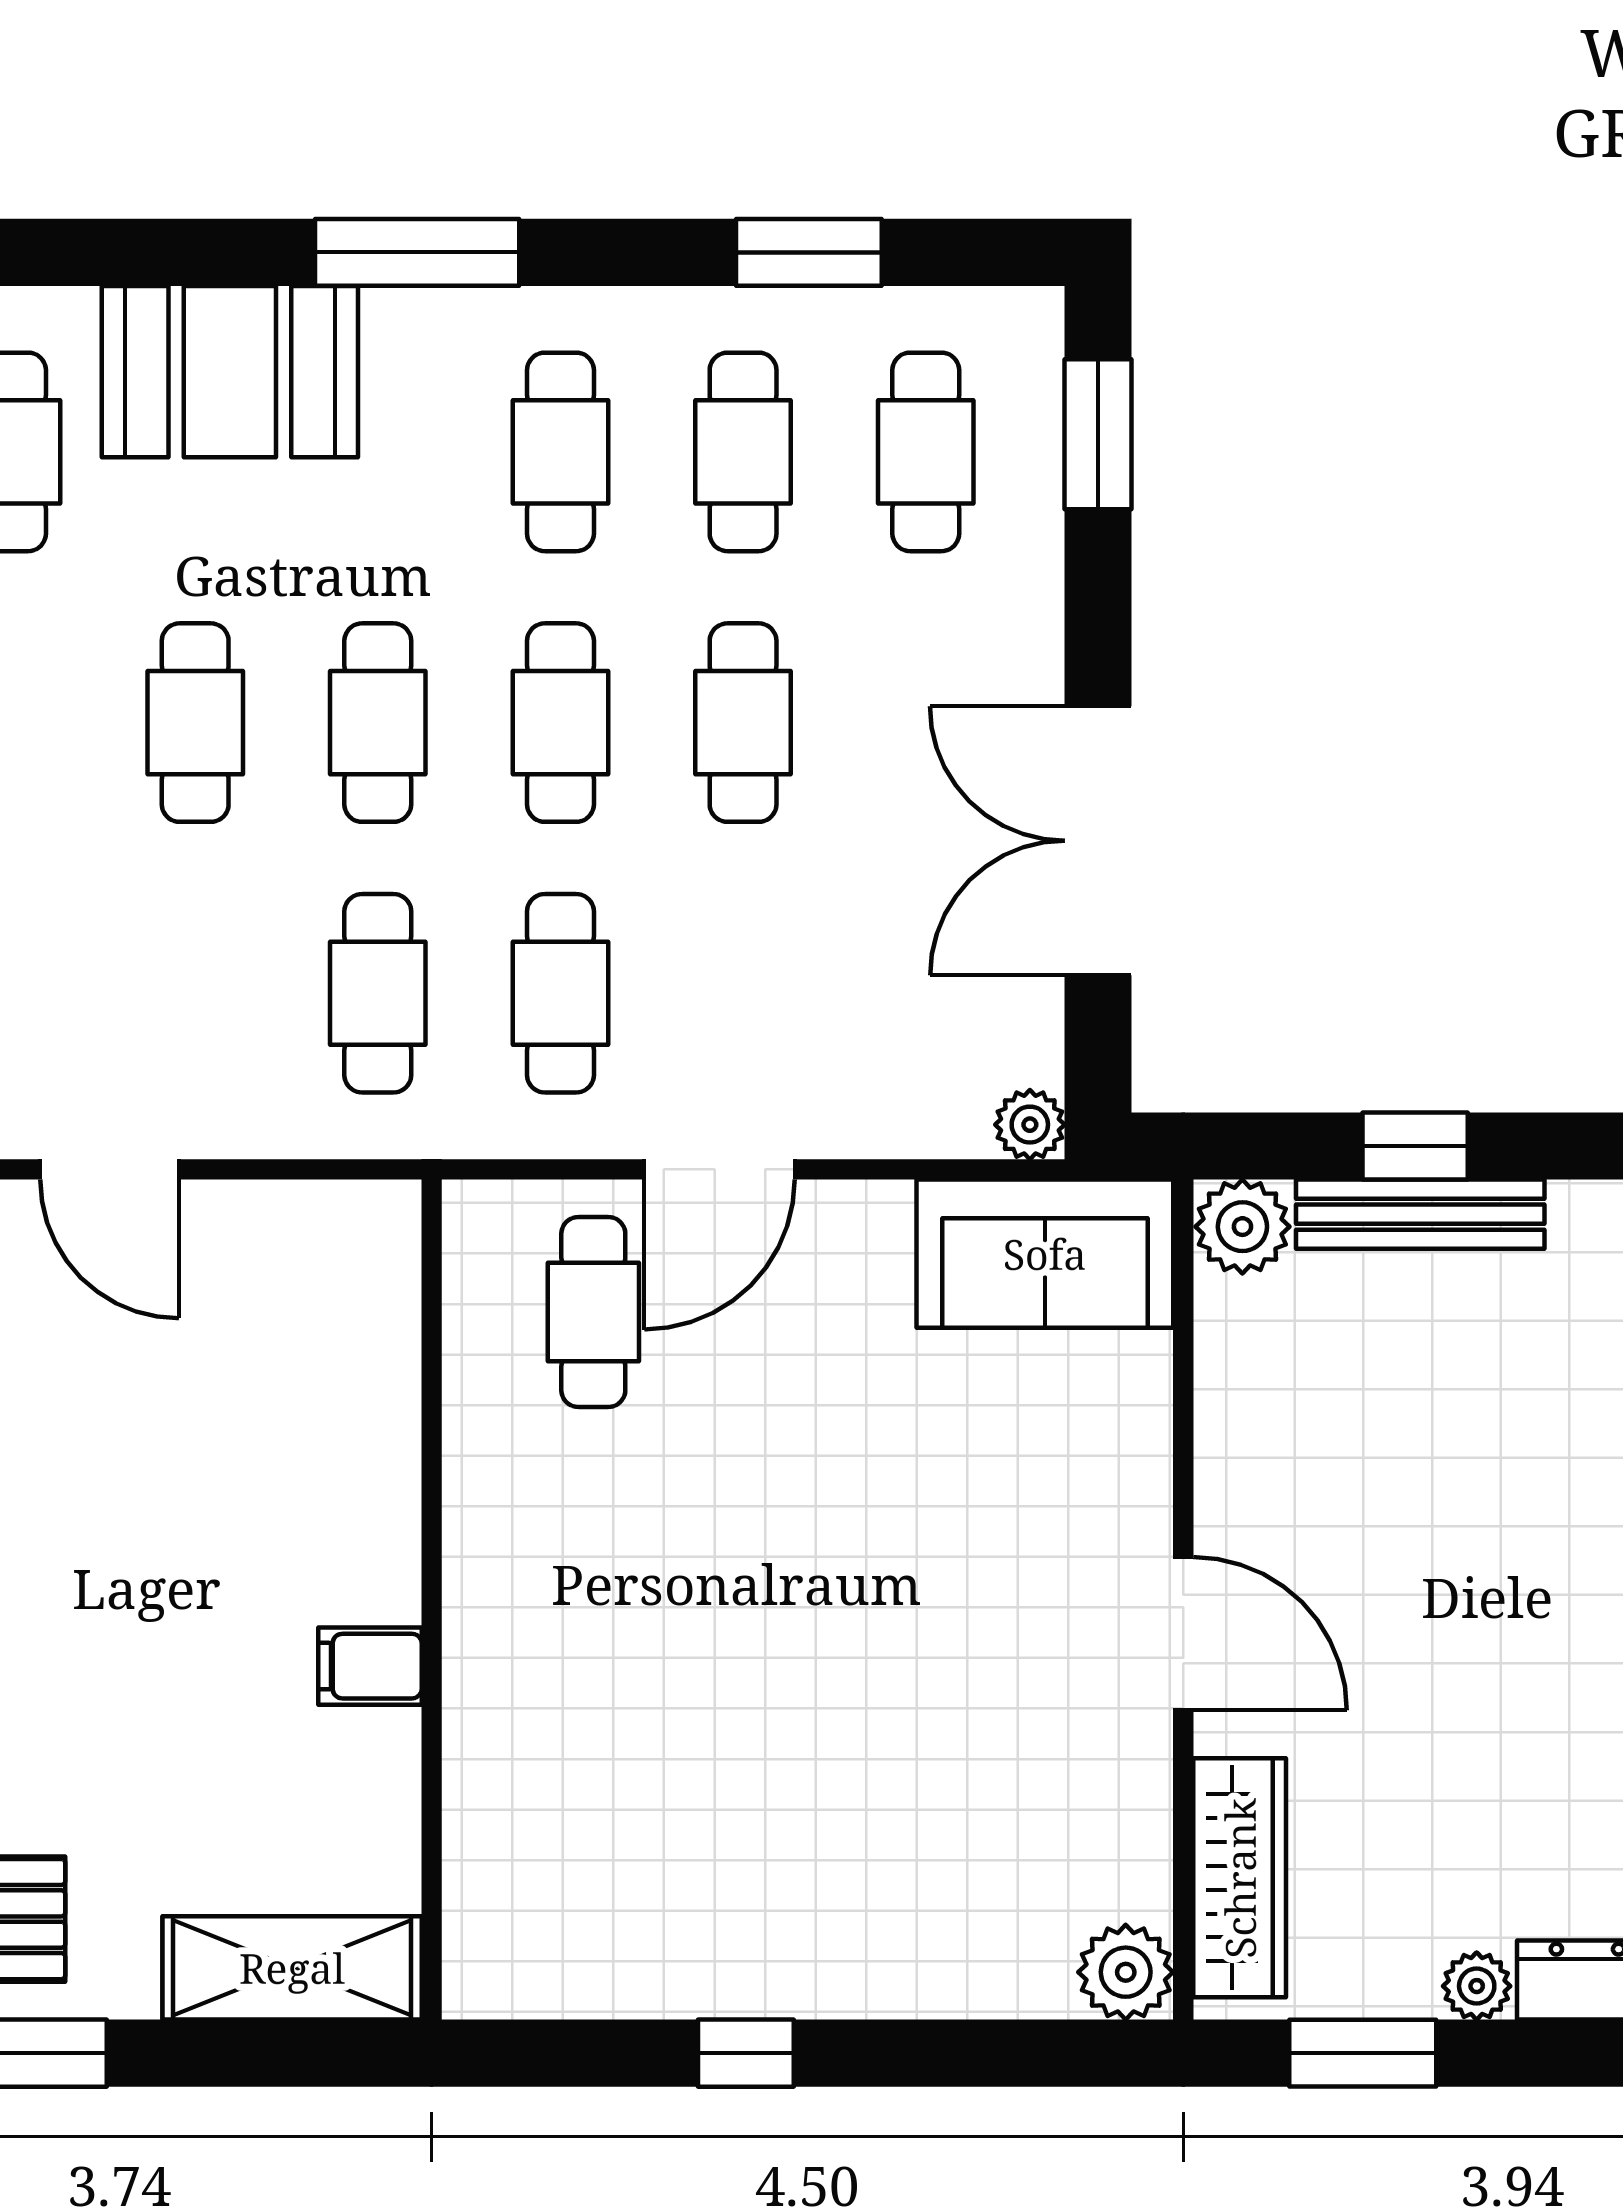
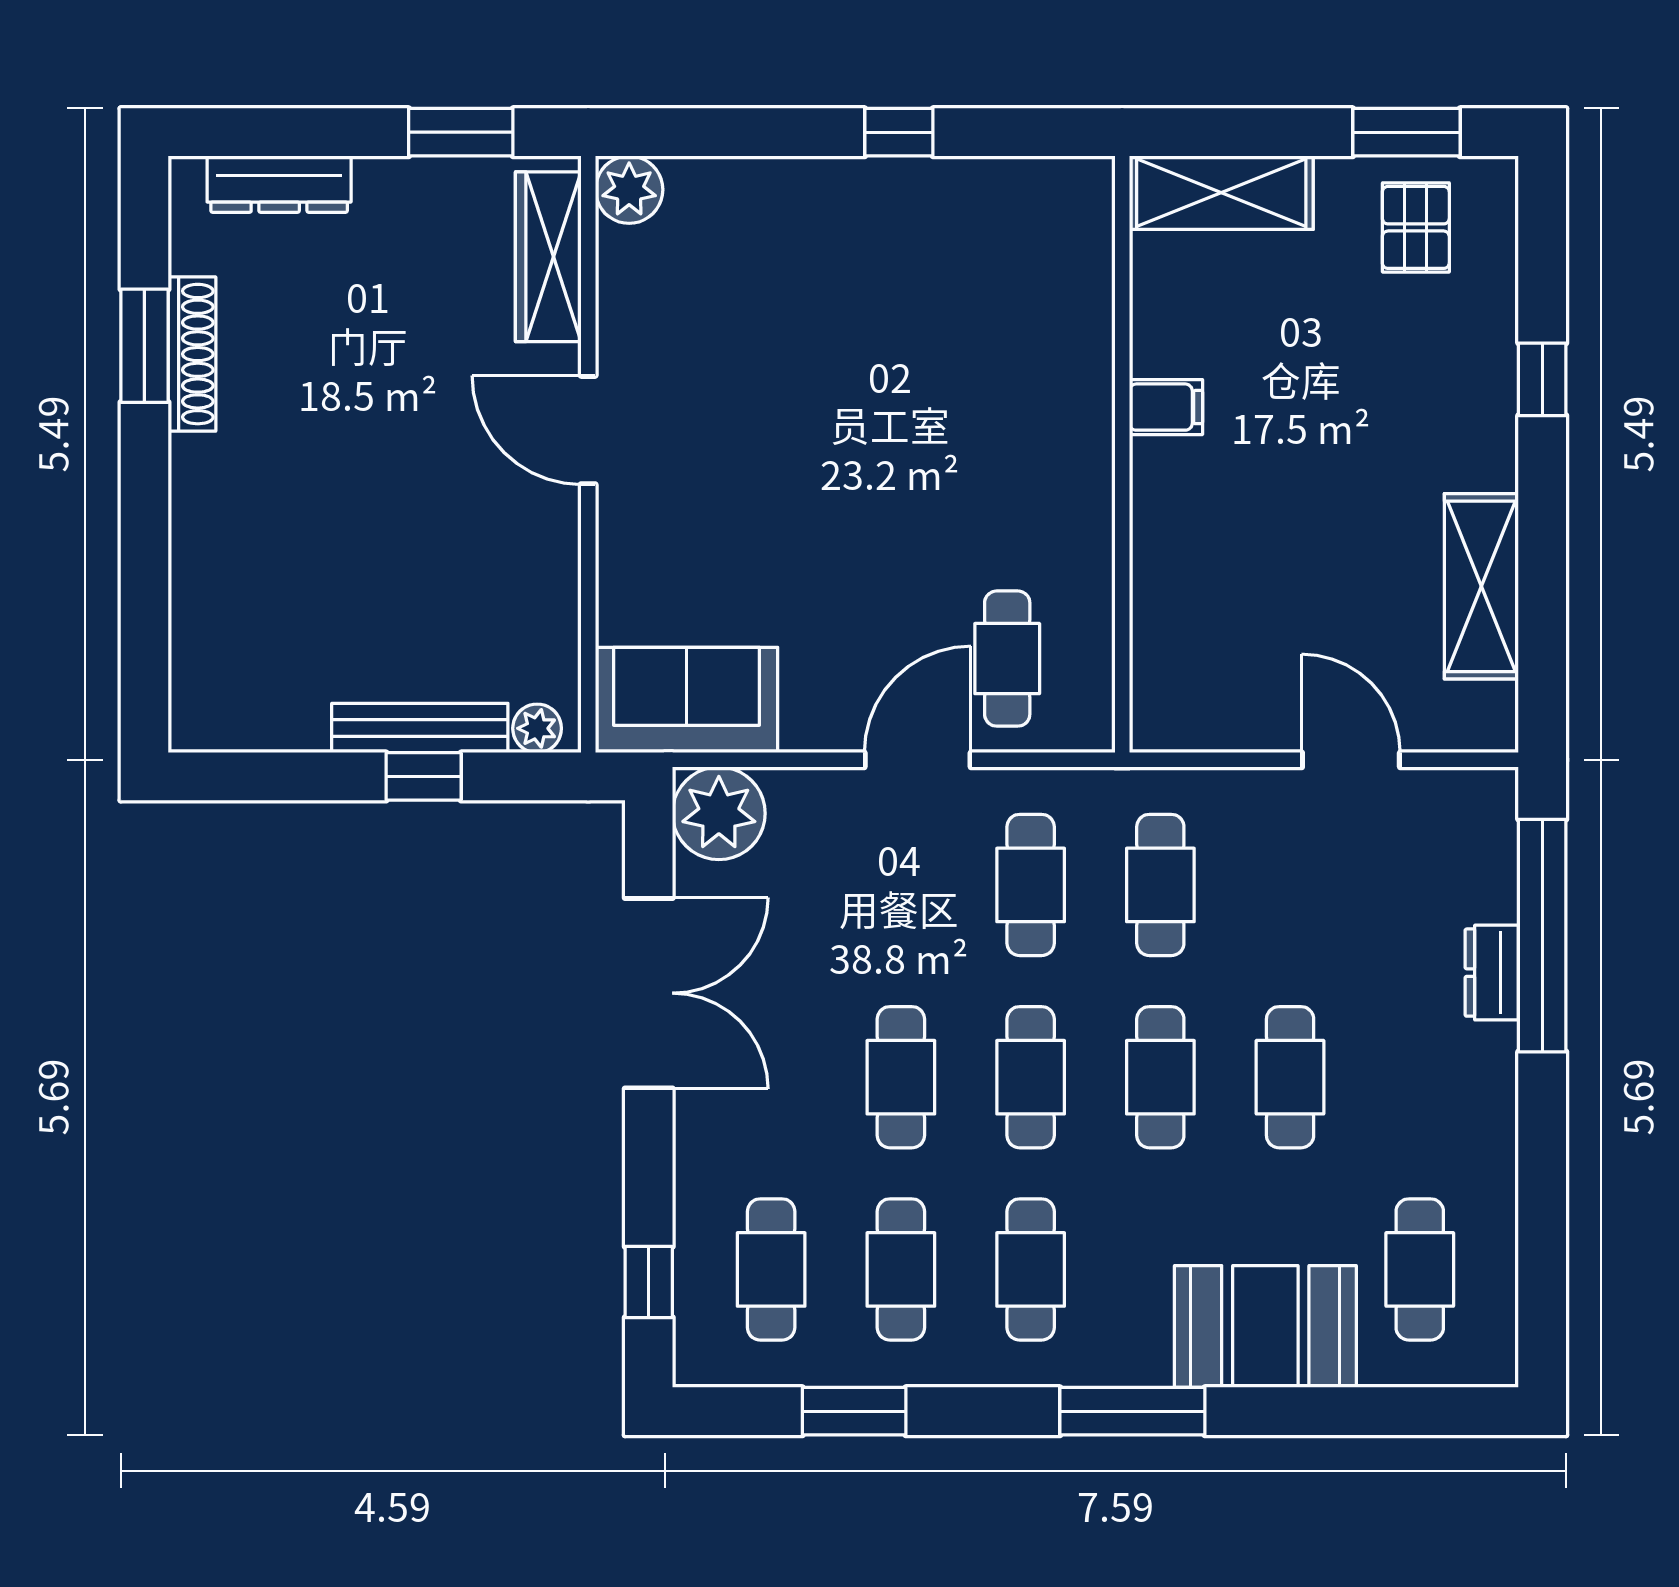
window: (1098, 434) -> (649, 1282), width x0.67
plant: (1030, 1125) -> (719, 813), width x1.88, depth x1.88
plant: (1242, 1227) -> (537, 728), width x0.73, depth x0.73
plant: (1477, 1986) -> (380, 180), removed

